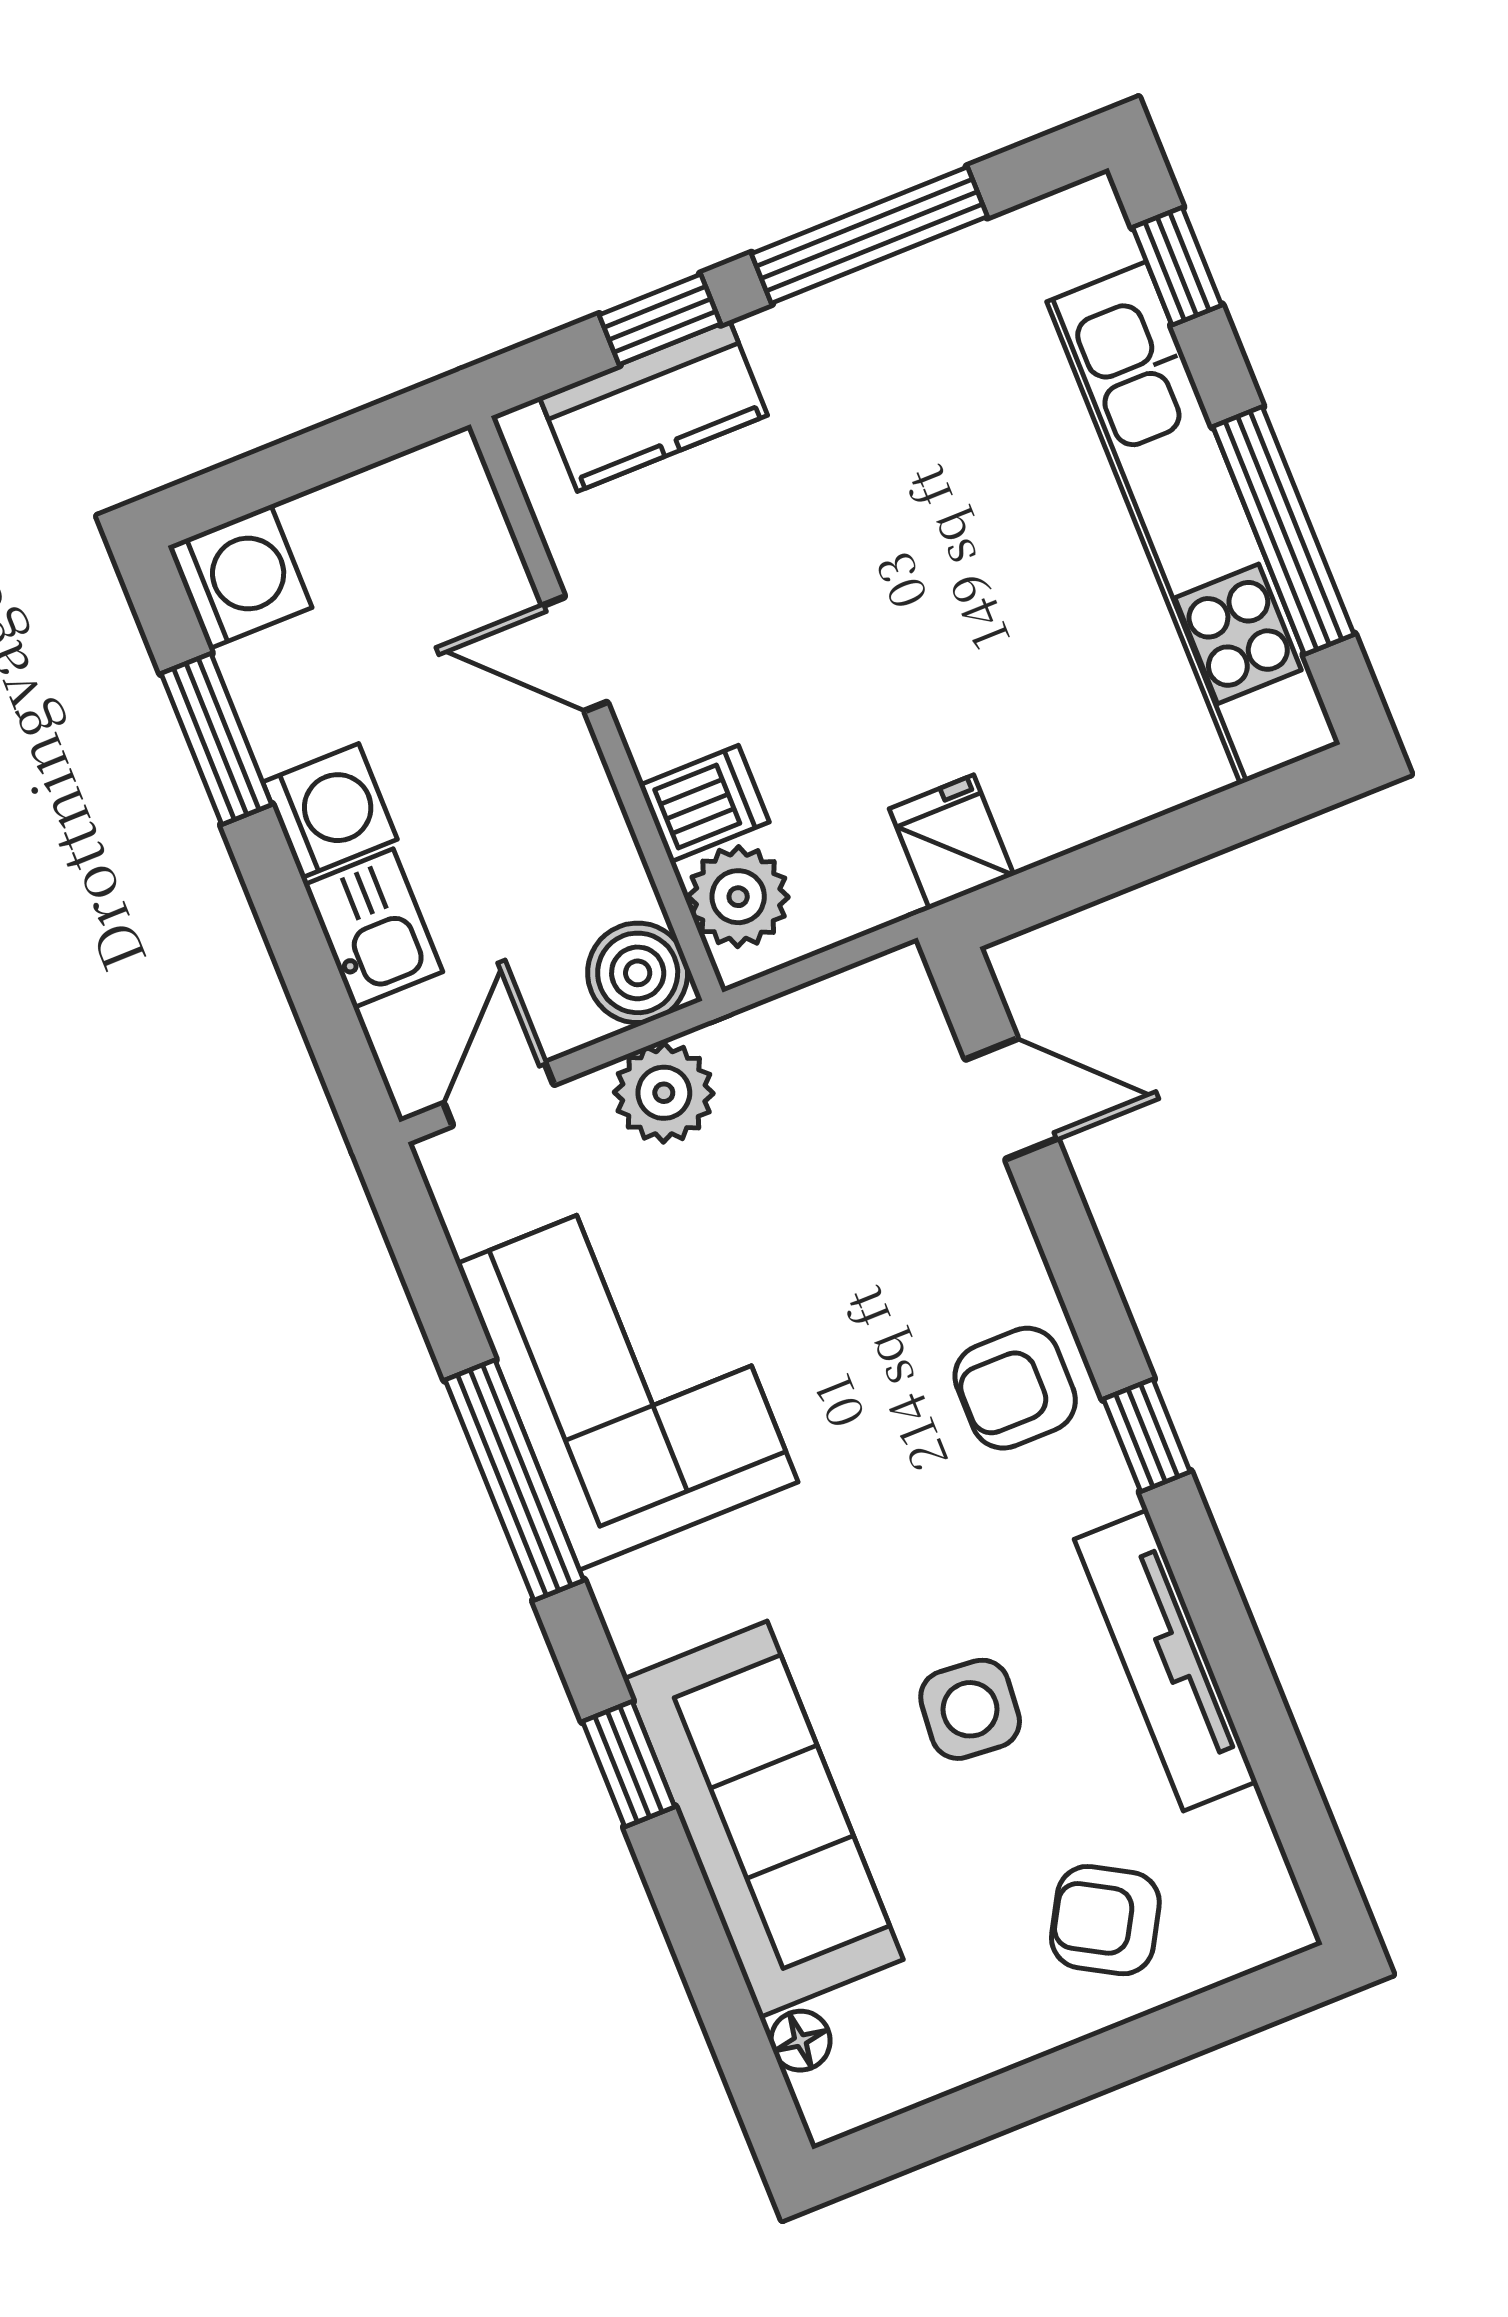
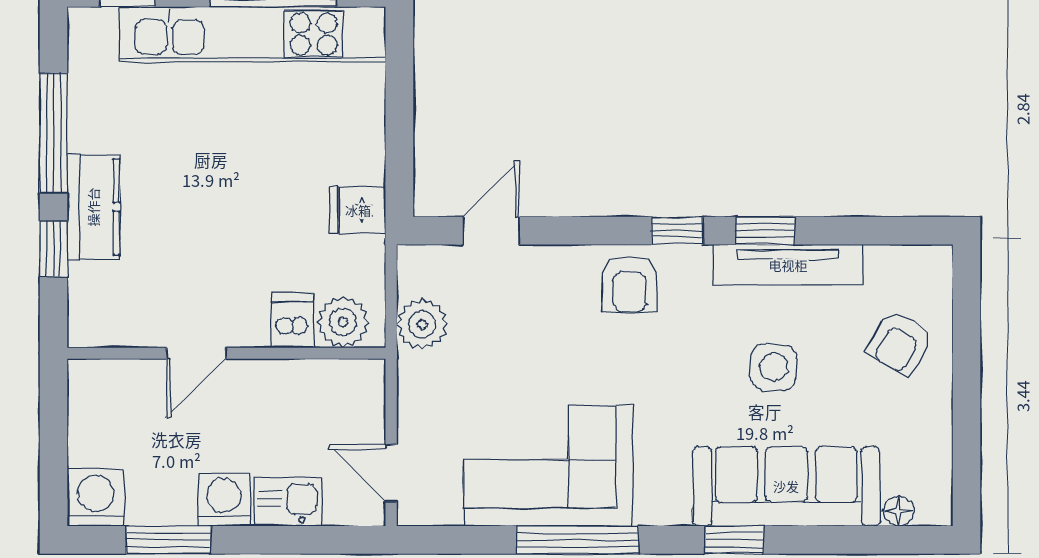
kitchen counter: (653, 406) -> (93, 207), moved
boiler: (638, 973) -> (360, 384), removed
plant: (664, 1093) -> (422, 324), moved
window: (1211, 1595) -> (765, 231), added

